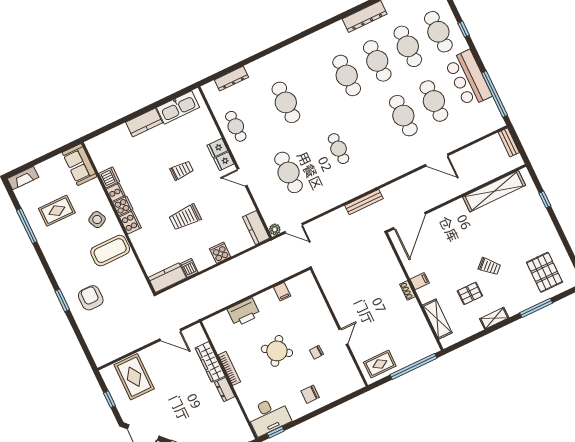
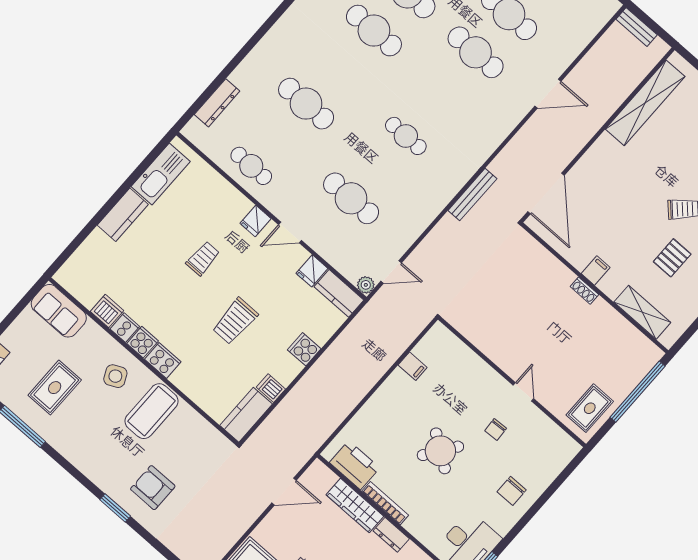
fridge: (217, 148) -> (312, 271), moved
printer: (244, 312) -> (355, 465), moved, turned -90

